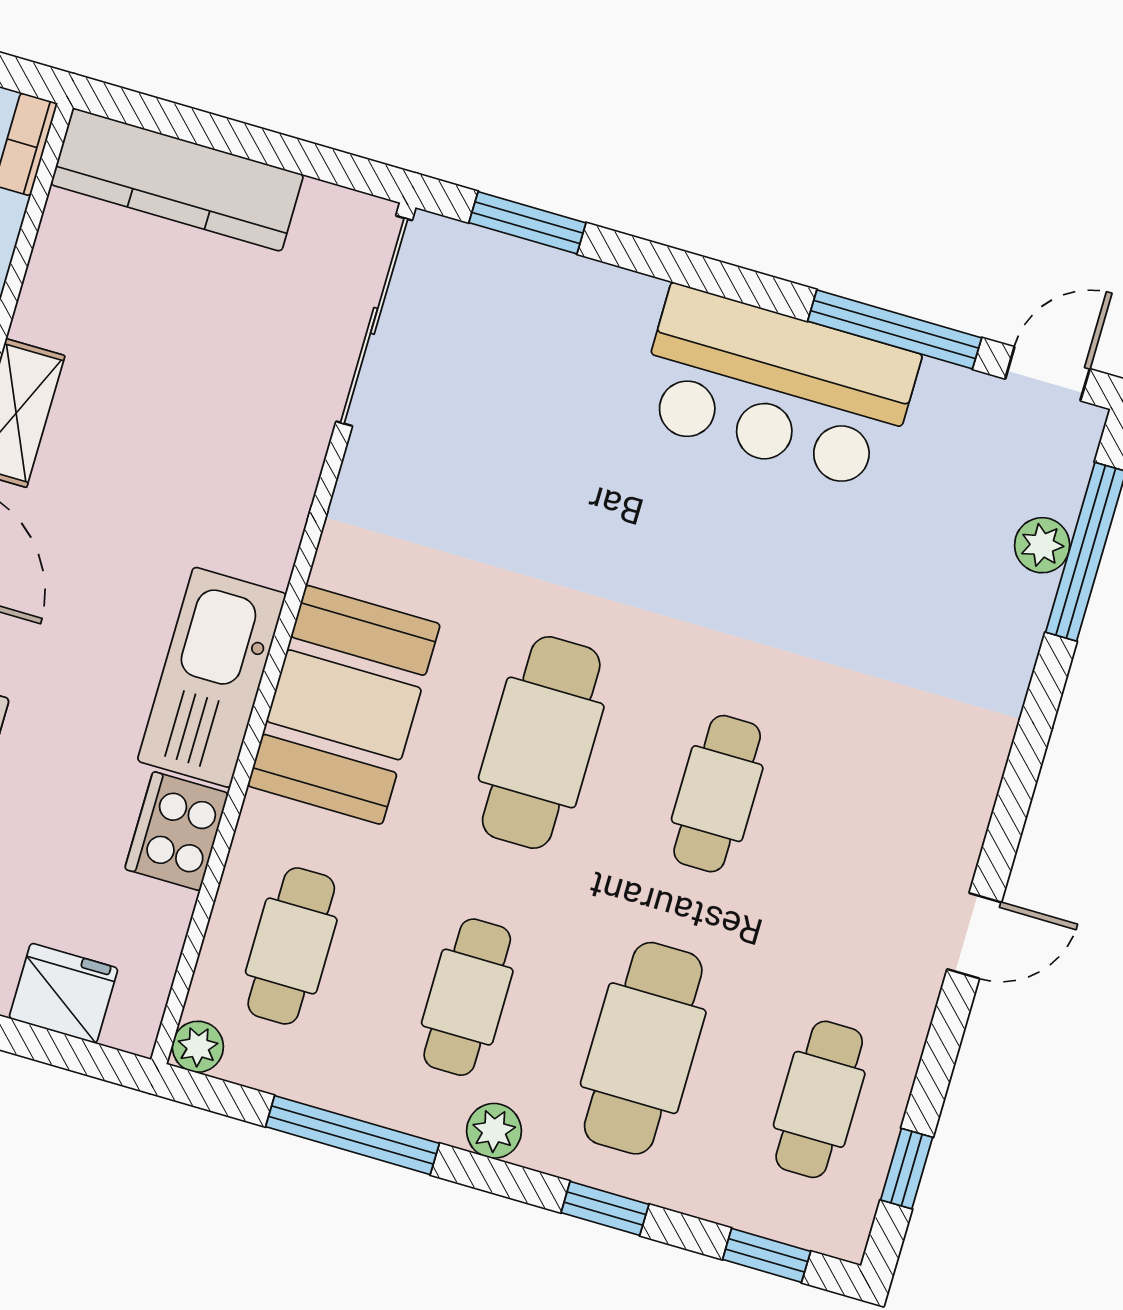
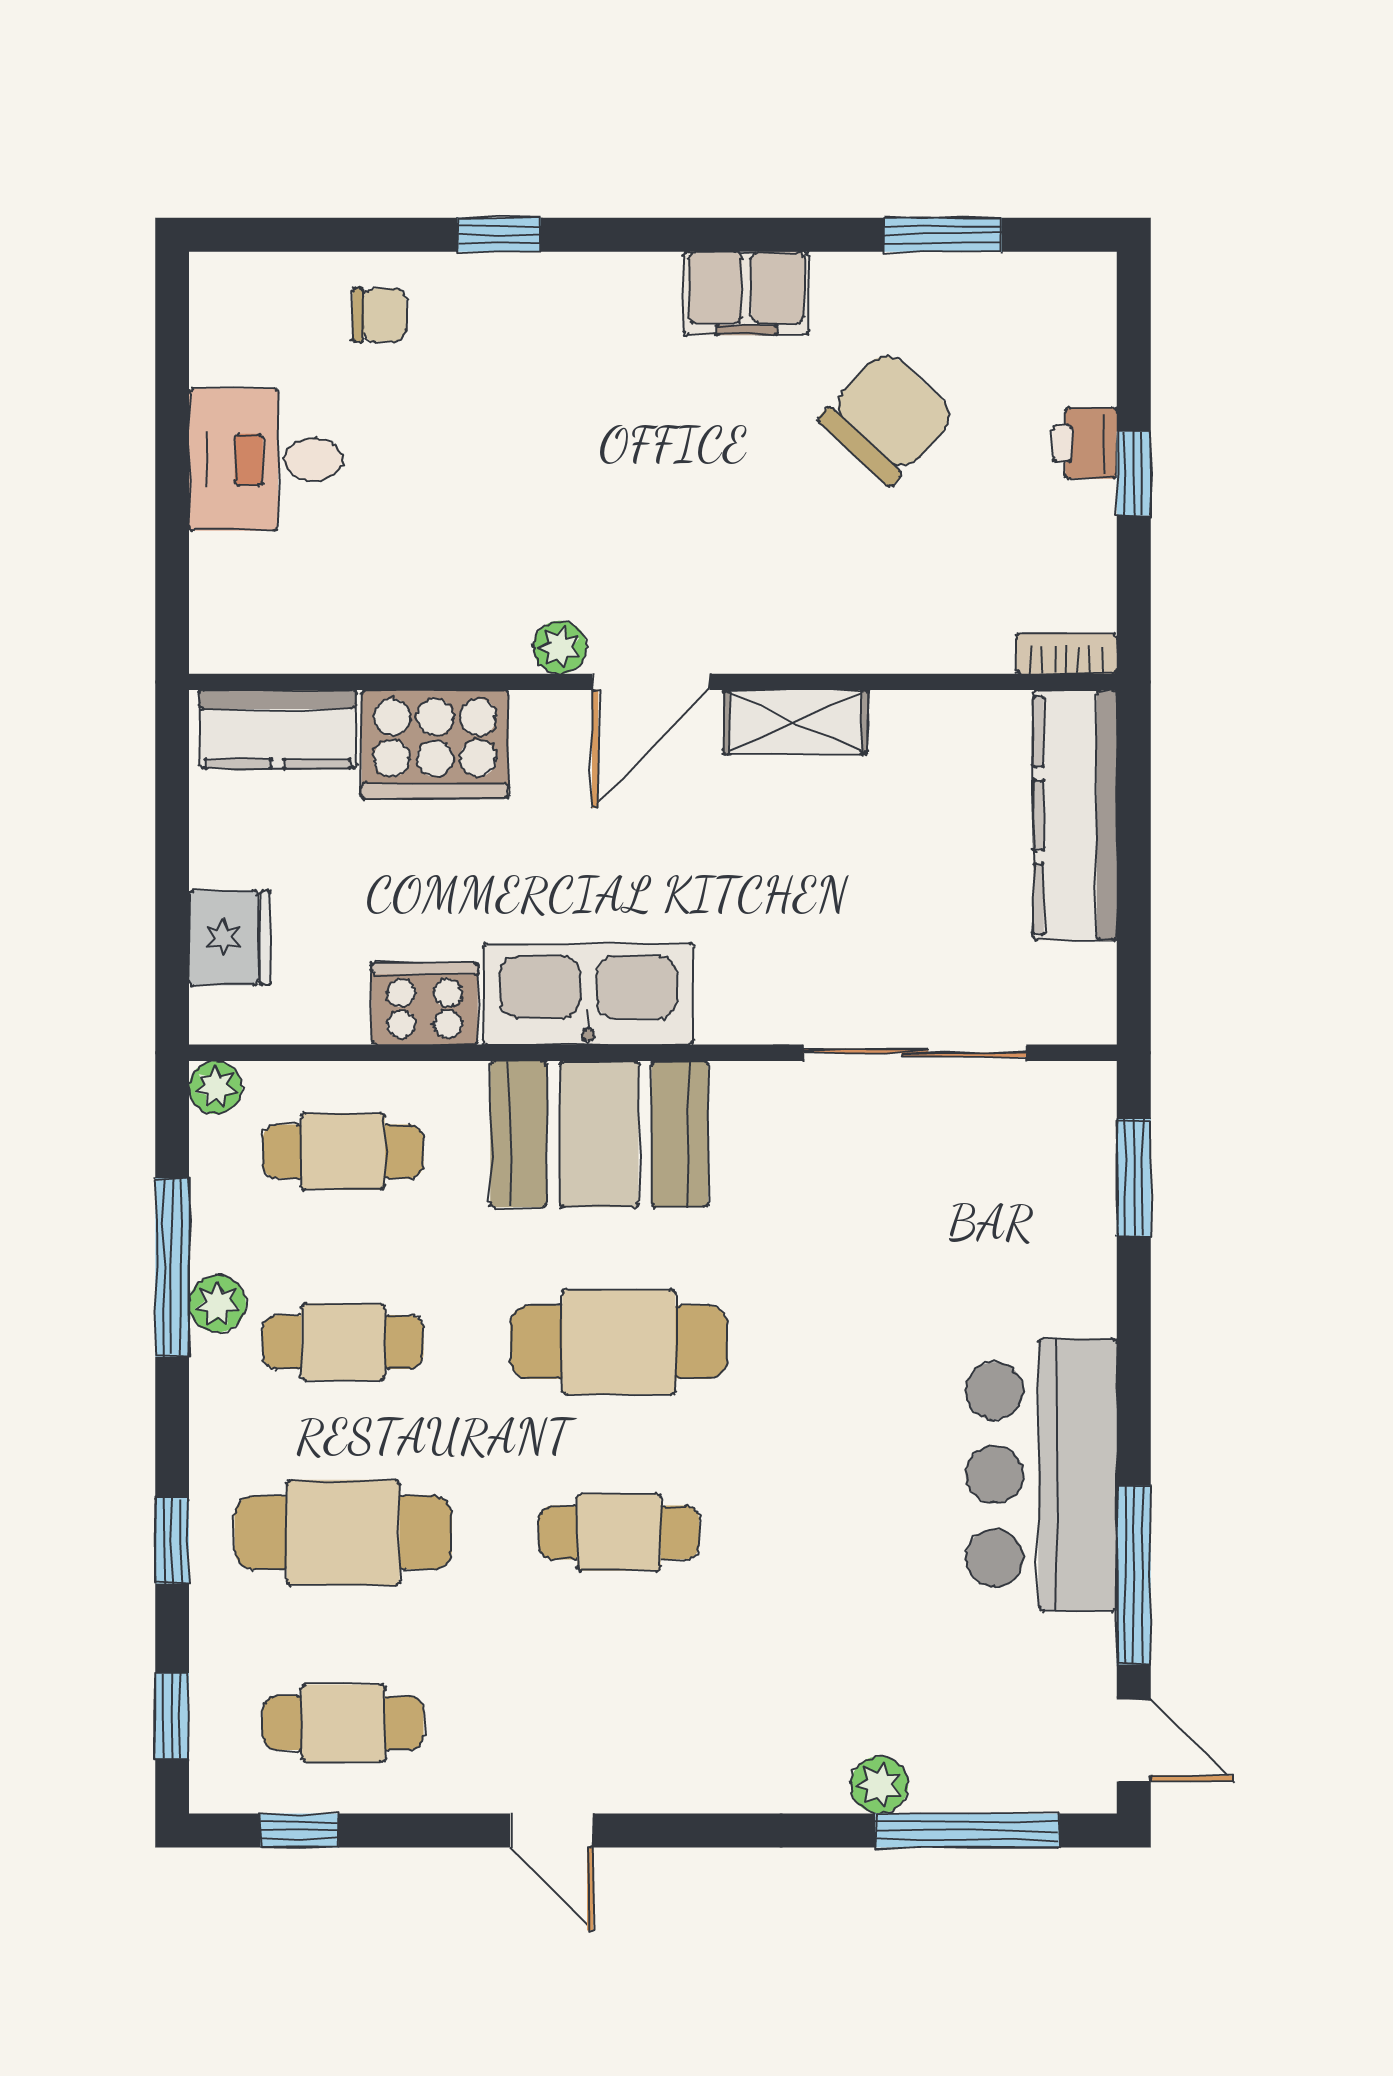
sliding door: (374, 321) -> (915, 1053), moved
plant: (1042, 545) -> (879, 1785), moved
plant: (494, 1131) -> (217, 1304), moved

